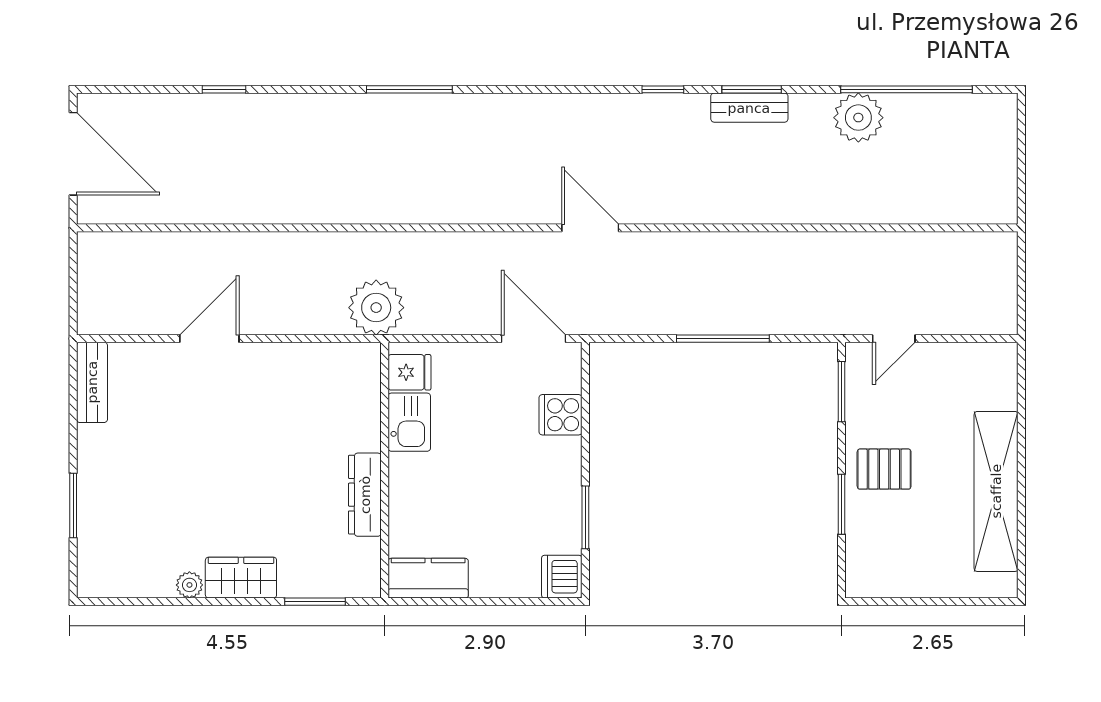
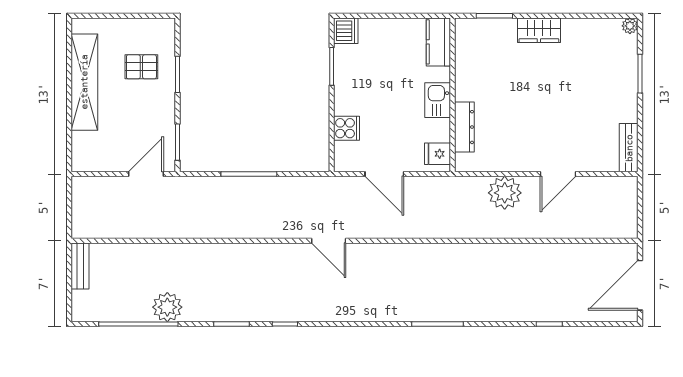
bench: (749, 108) -> (80, 266), moved, turned 90
door: (73, 154) -> (640, 285), hinge flipped
plant: (376, 308) -> (505, 193), moved
door: (534, 339) -> (384, 174), moved
door: (894, 339) -> (146, 174), width x1.38
kitchen sink: (409, 422) -> (438, 100), moved
pallet: (884, 469) -> (141, 67), moved
dresser: (365, 495) -> (464, 127), moved
kitchen counter: (428, 578) -> (438, 42), moved, turned 90
plant: (189, 585) -> (630, 26), moved

